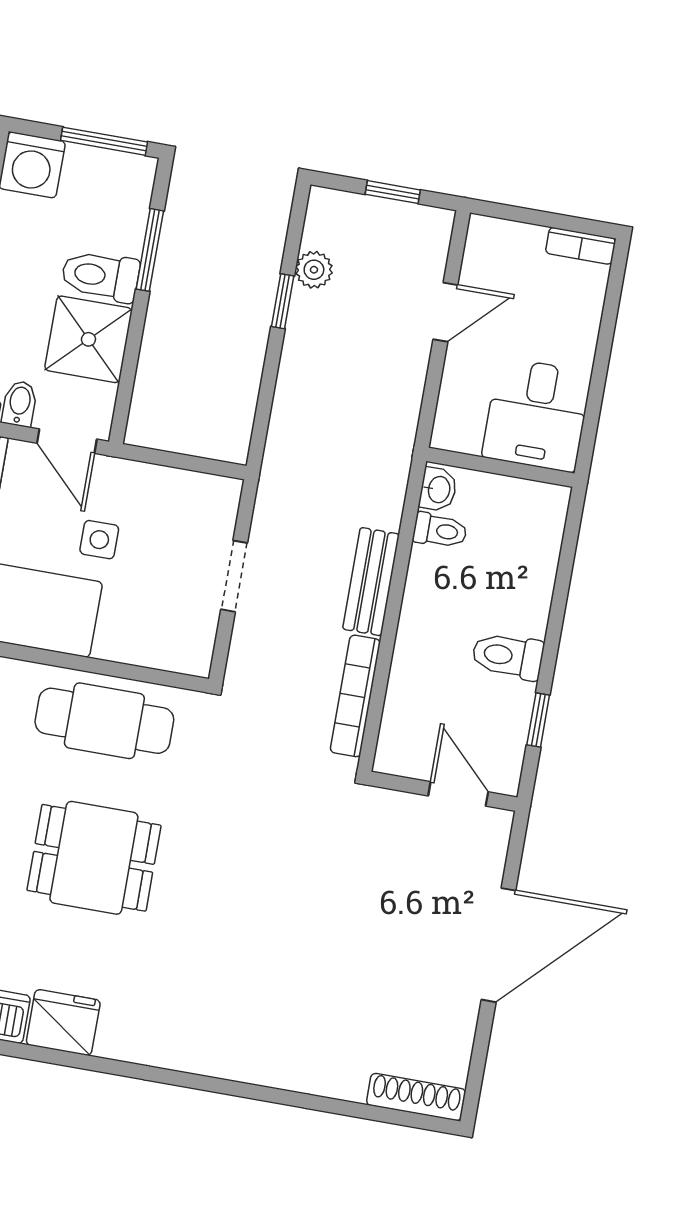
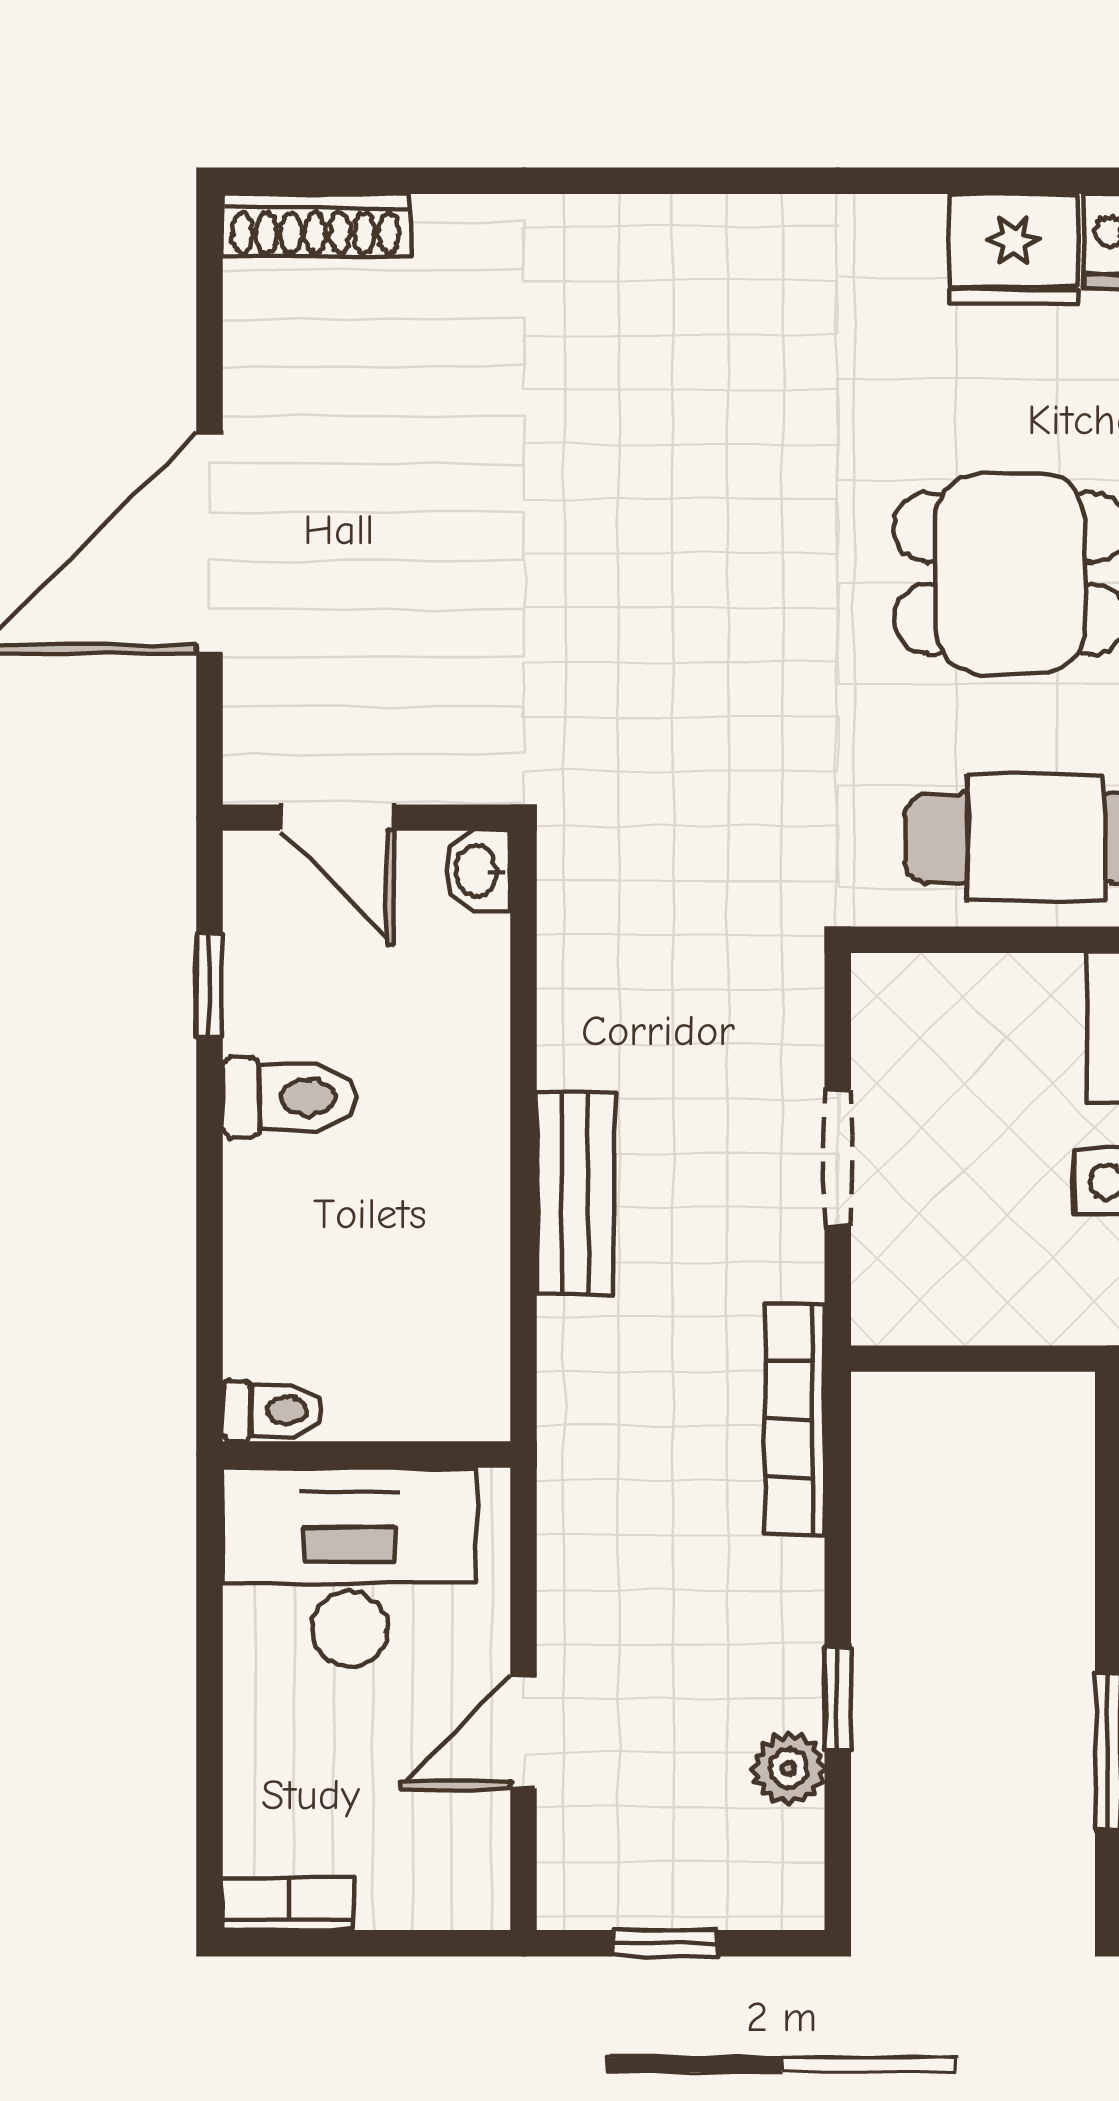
desk: (537, 415) -> (349, 1567), width x1.37
washbasin: (438, 489) -> (478, 871), moved
toilet: (440, 531) -> (273, 1411), moved, turned 180
bookcase: (355, 696) -> (795, 1419), moved, turned 180

